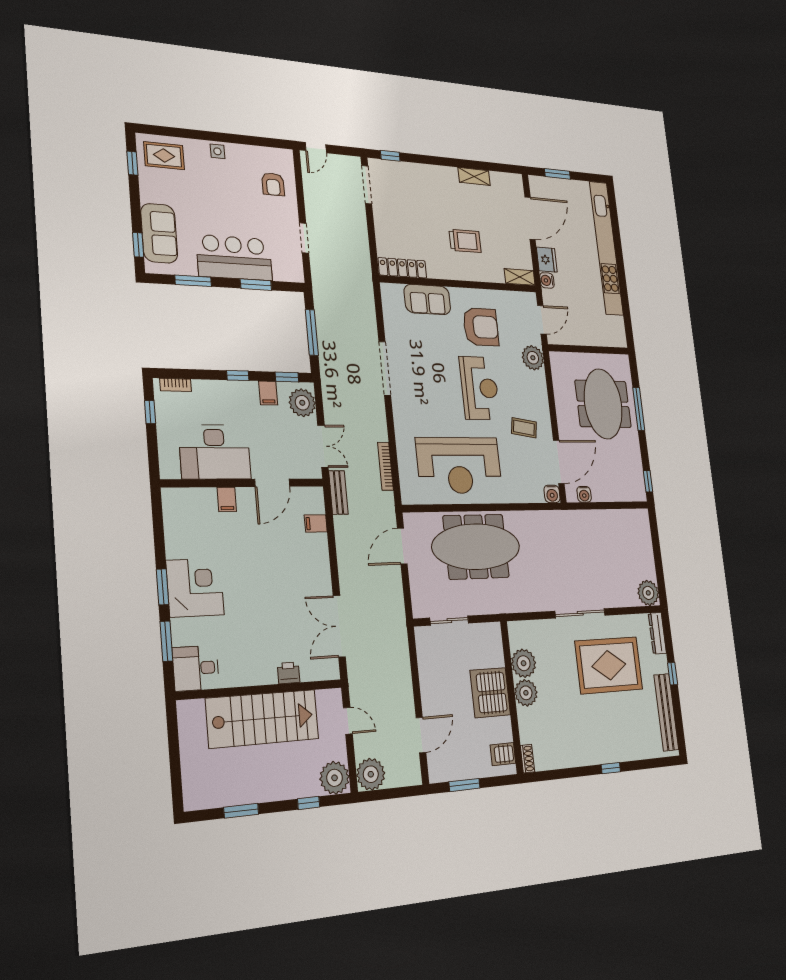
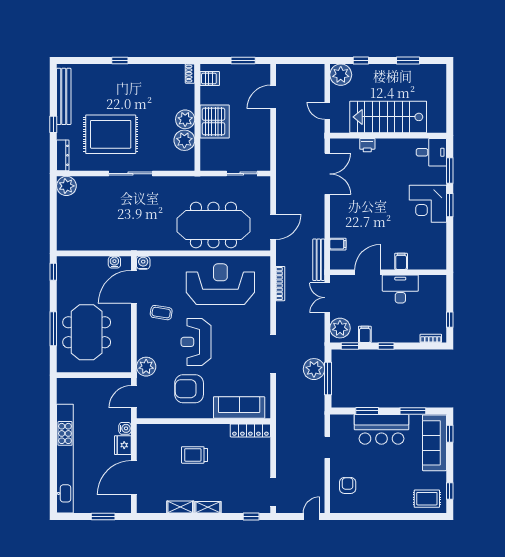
side table: (217, 151) -> (388, 506), removed
sofa: (159, 233) -> (434, 443), width x1.36
shelving: (520, 277) -> (208, 507), moved
sofa: (427, 299) -> (239, 408), width x1.36
desk: (215, 452) -> (400, 289), width x0.73, depth x0.77
bench: (338, 492) -> (319, 260), width x1.36
plant: (371, 774) -> (314, 369), moved

